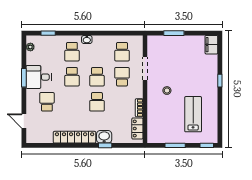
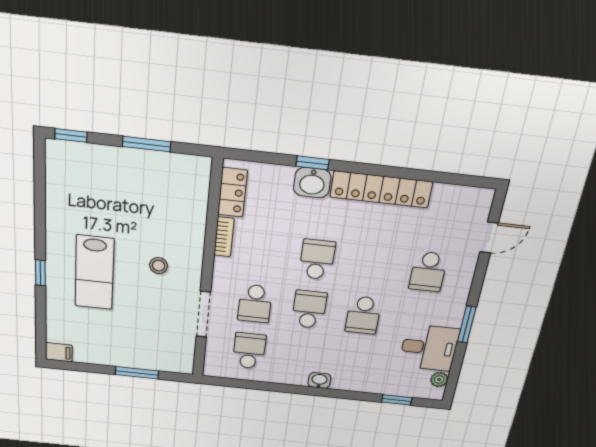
filing cabinet: (211, 45) -> (59, 352), width x0.50
school desk: (72, 52) -> (354, 362), removed
desk: (39, 77) -> (429, 348), moved
school desk: (72, 77) -> (363, 315), turned 180
lab bench: (193, 114) -> (94, 273), moved
door: (24, 121) -> (489, 237), hinge flipped

